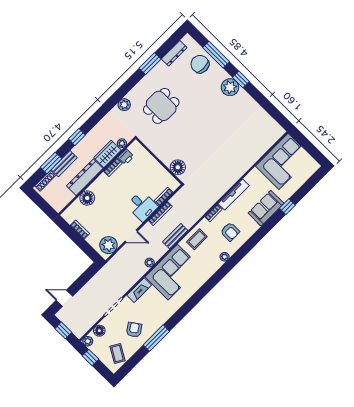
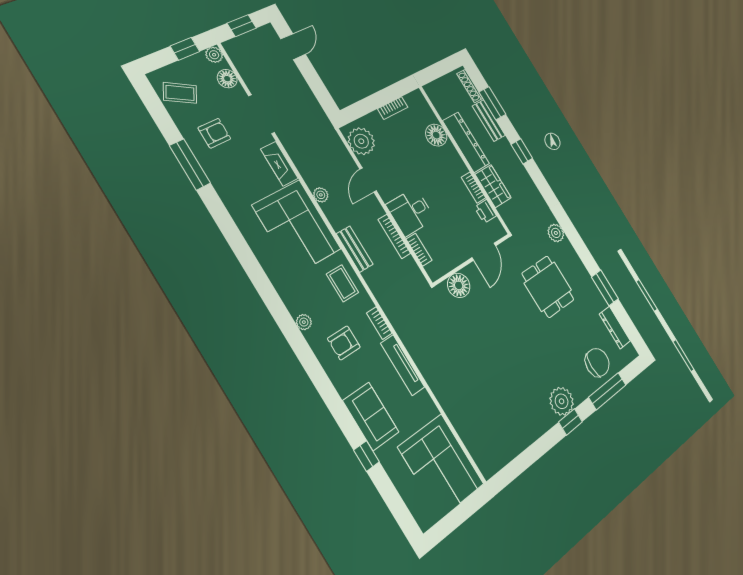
plant: (122, 143) -> (505, 212), removed
door: (152, 154) -> (484, 252), added
armchair: (134, 330) -> (214, 133), turned -55

